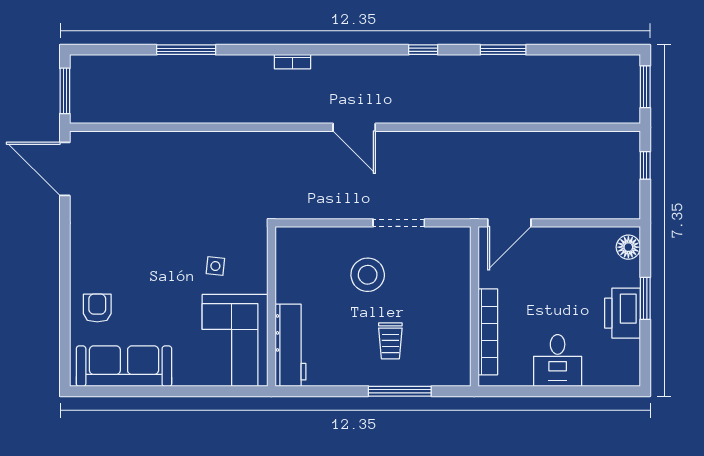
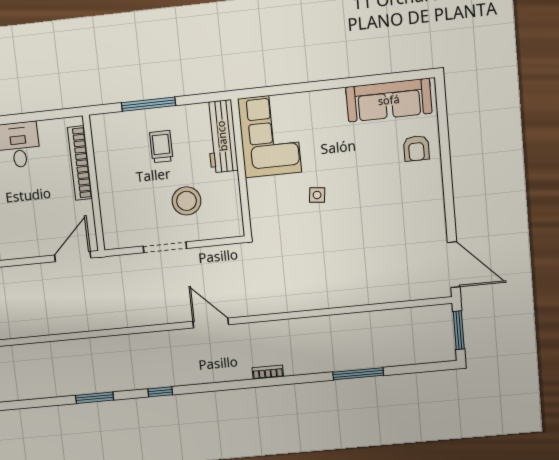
wall: (271, 306) -> (241, 168), moved
corner sofa: (235, 340) -> (270, 135), moved
workbench: (290, 345) -> (222, 136), moved

